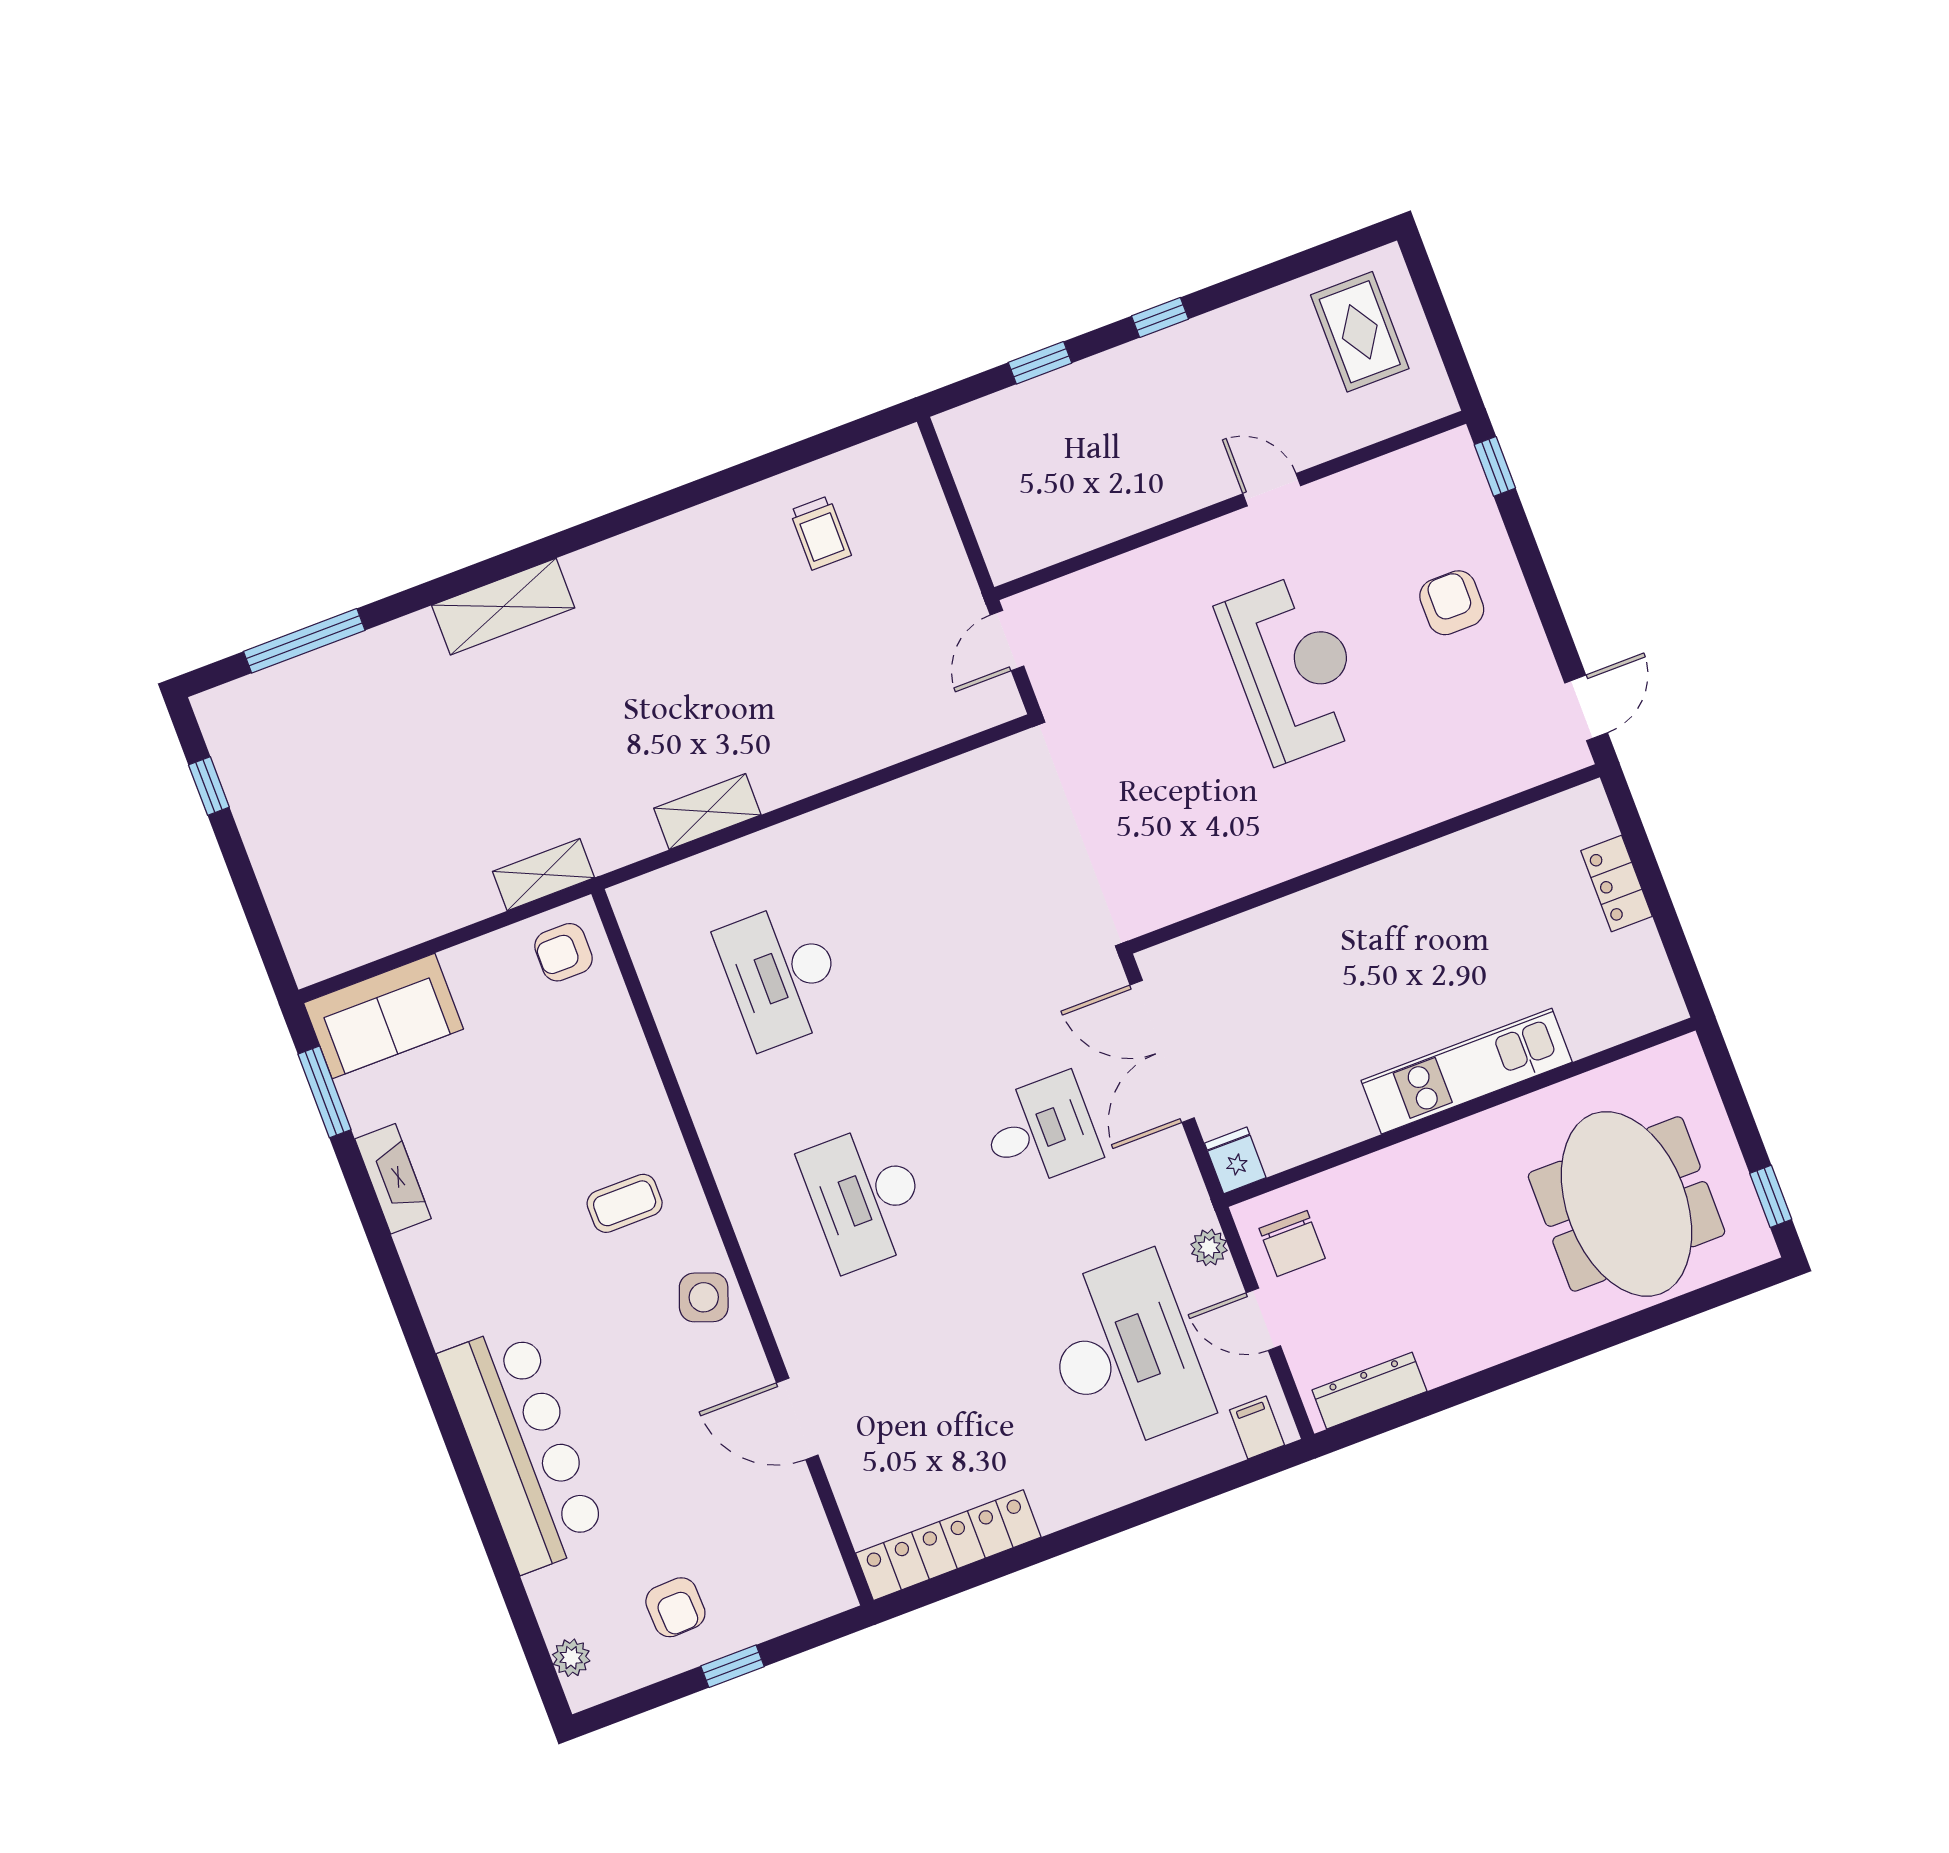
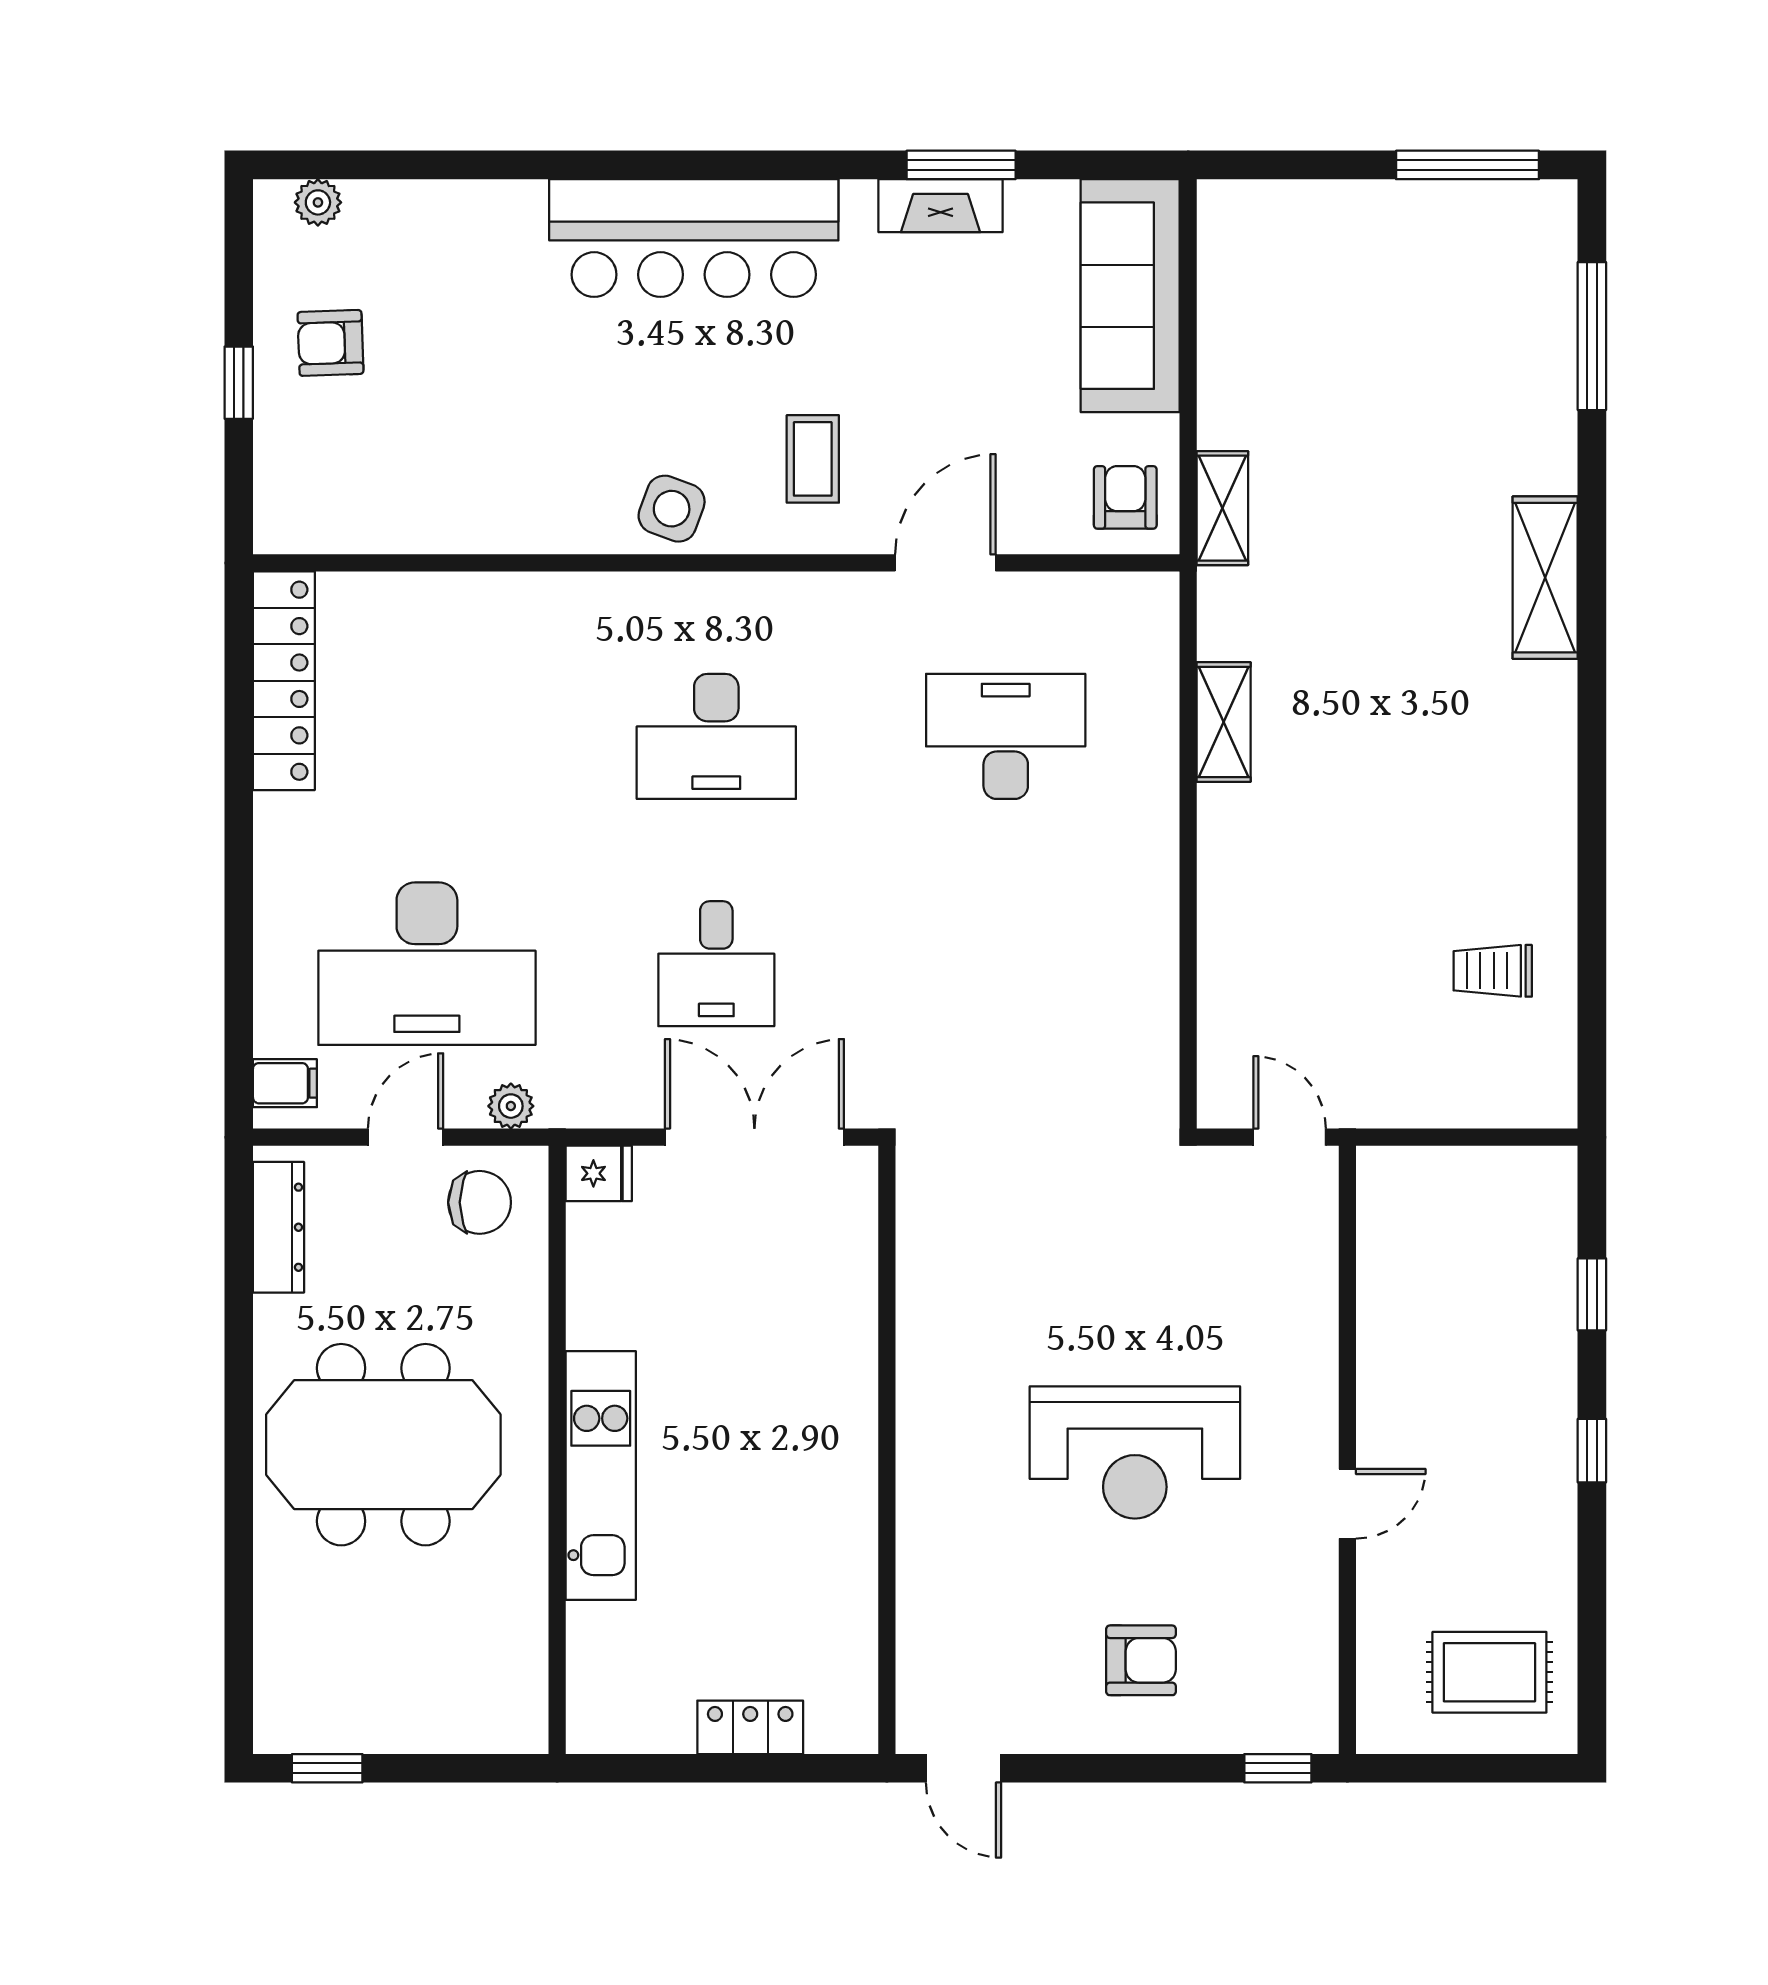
window: (209, 786) -> (1467, 165), width x2.17
sofa: (383, 1016) -> (1130, 296), width x1.36
window: (325, 1092) -> (961, 165), moved
desk: (866, 1197) -> (716, 736), turned 180
meeting table: (1626, 1204) -> (383, 1445), moved
chair: (1292, 1243) -> (480, 1202), turned 180
door: (797, 1419) -> (945, 563), moved
bar counter: (523, 1448) -> (694, 238), moved

